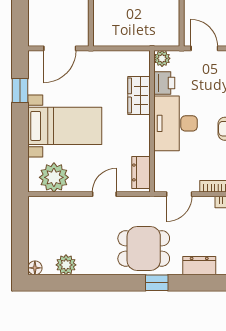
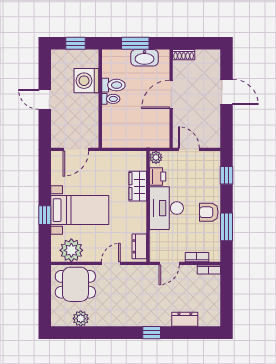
window: (20, 91) -> (45, 215), moved
dining table: (144, 248) -> (75, 284), moved
floor lamp: (35, 268) -> (56, 321), removed

